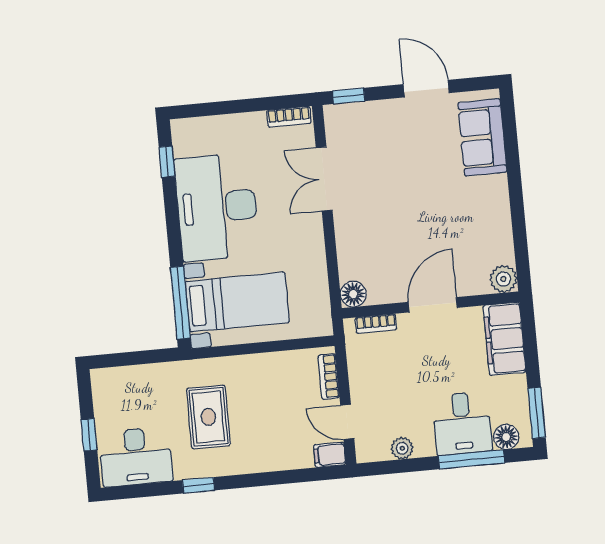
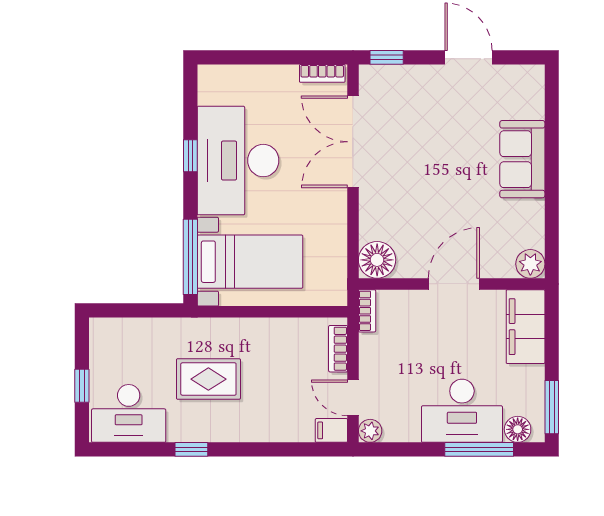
sofa: (482, 137) -> (522, 159), moved
window: (167, 162) -> (190, 156), moved
double door: (324, 179) -> (353, 142), width x1.37
floor lamp: (353, 294) -> (377, 260), width x1.38, depth x1.38
bookcase: (376, 324) -> (367, 311), moved, turned -90
rug: (208, 417) -> (208, 379), turned 90
desk: (462, 423) -> (462, 411), width x1.37
plant: (402, 448) -> (370, 431), moved

